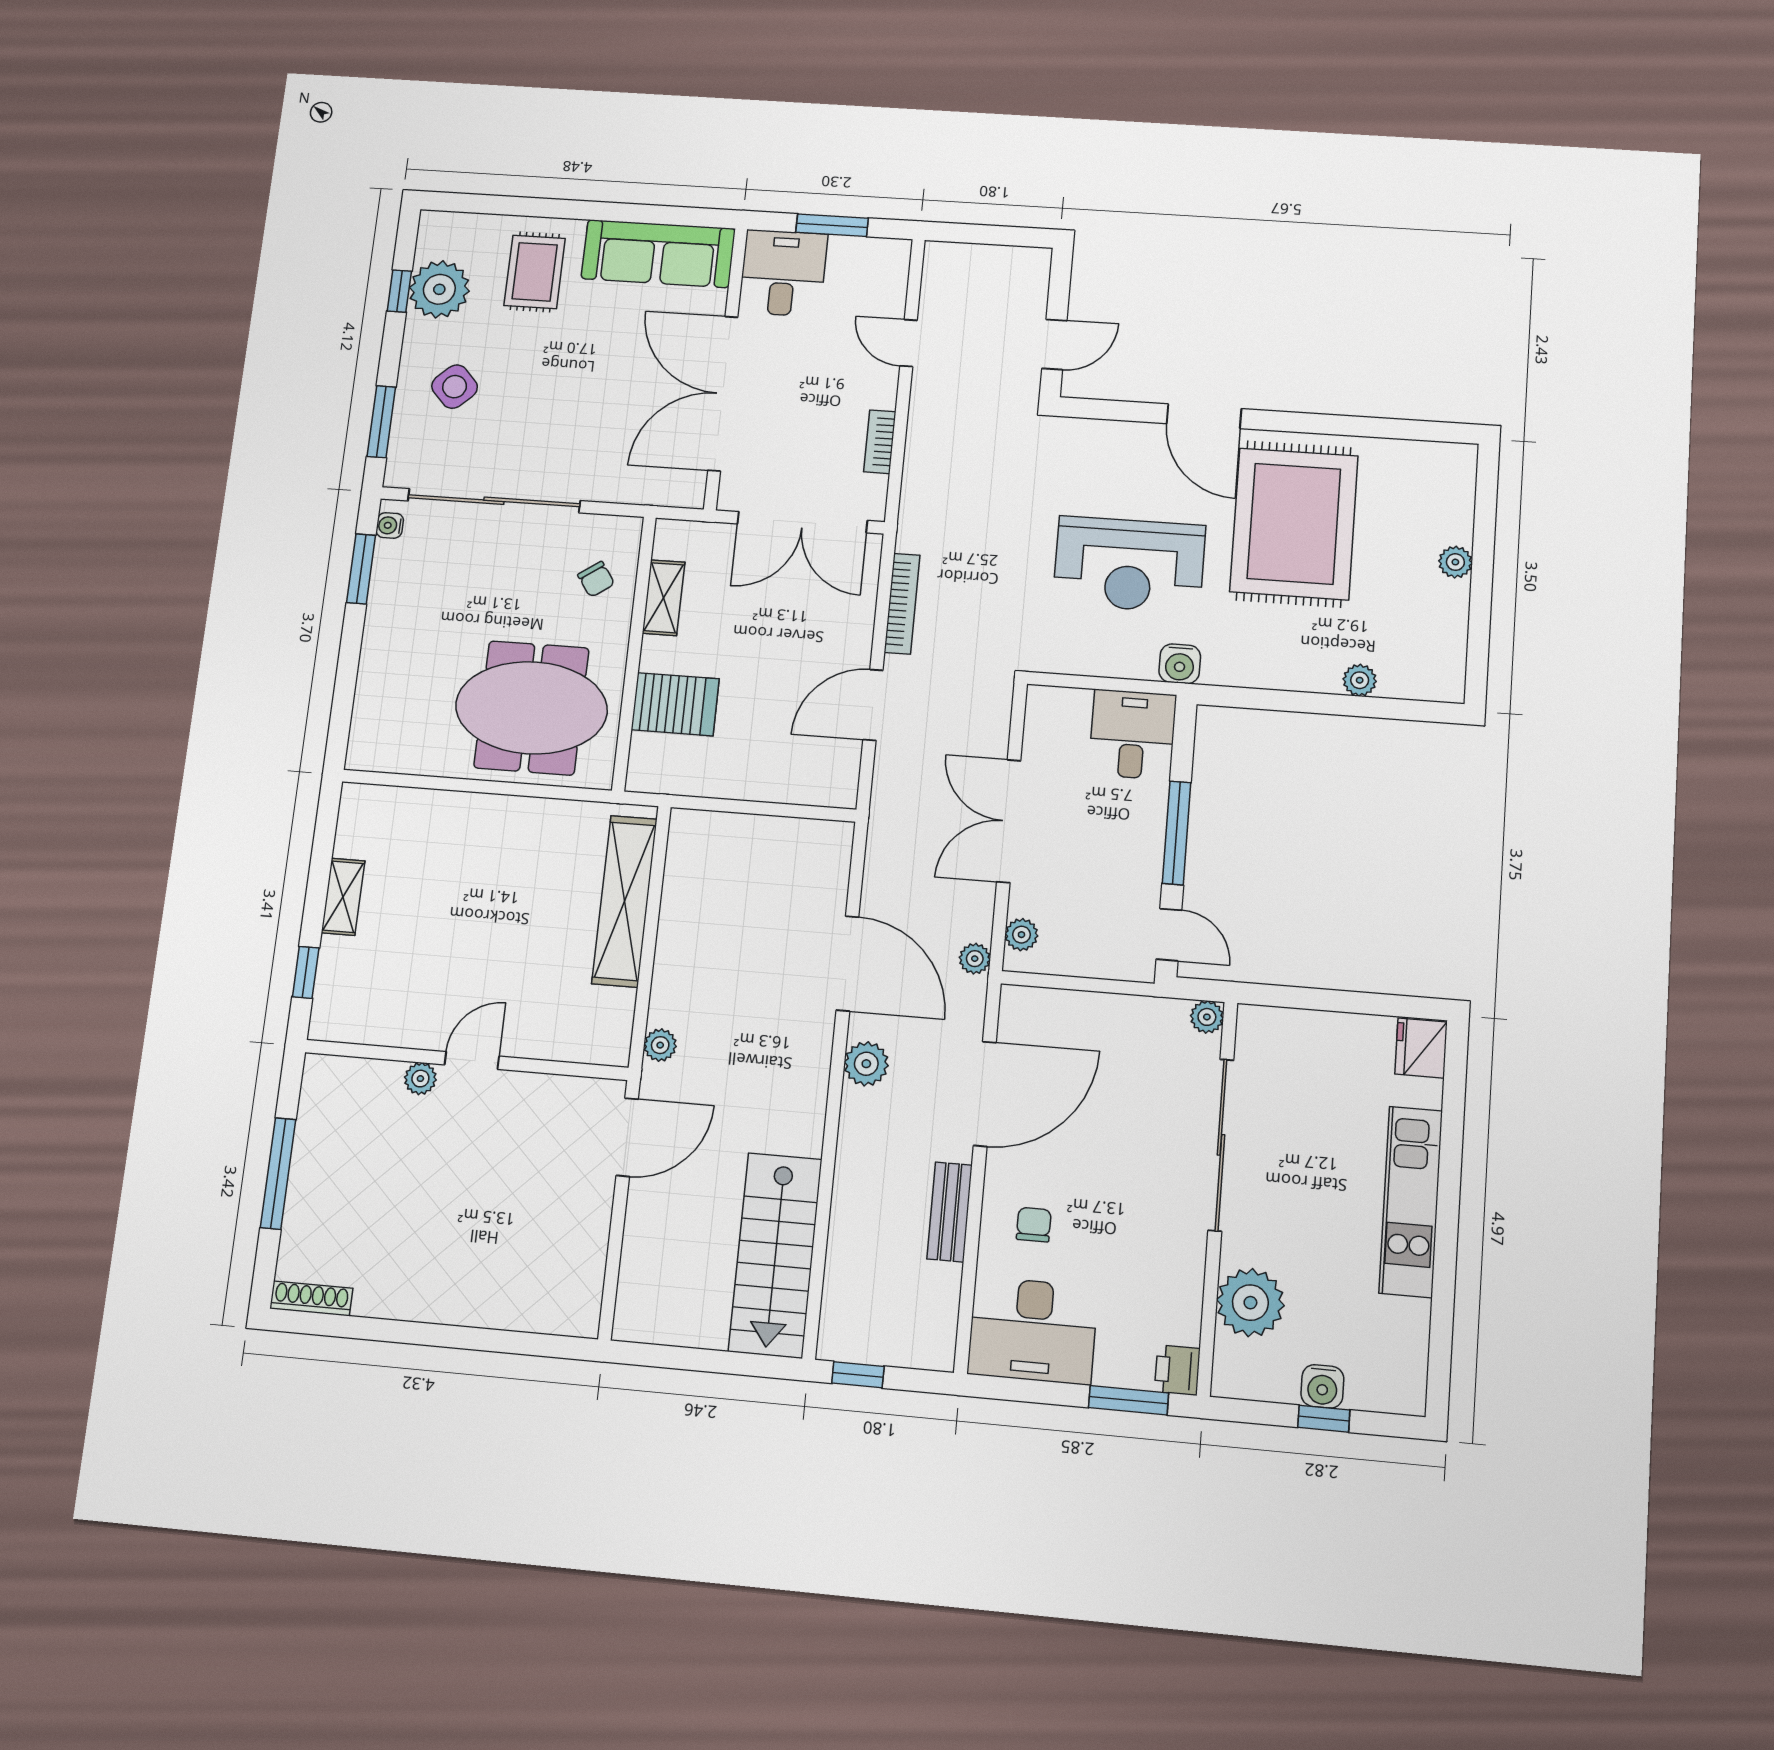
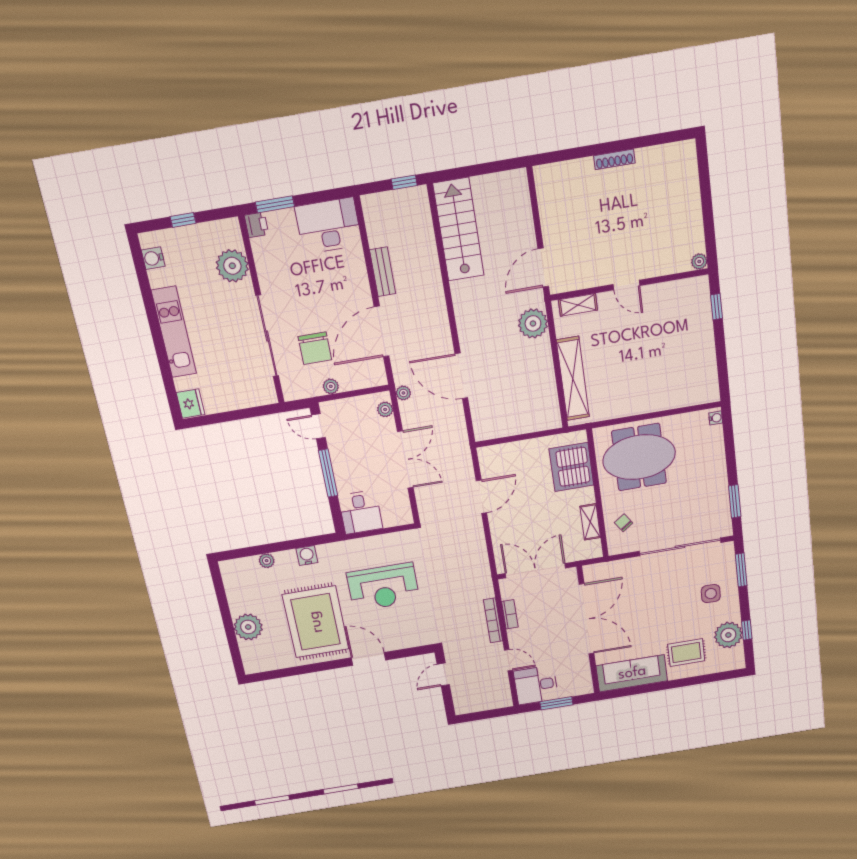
rug: (535, 272) -> (686, 653), turned 90
desk: (783, 273) -> (536, 685), moved, turned 90
side table: (455, 387) -> (711, 594), turned 45
water cooler: (390, 525) -> (716, 418), moved
plant: (1455, 562) -> (248, 627), width x1.88, depth x1.88
reception desk: (1129, 564) -> (383, 587), turned 180
bookcase: (902, 604) -> (493, 620), moved
water cooler: (1180, 664) -> (307, 556), moved
server rack: (675, 704) -> (571, 467), width x1.60
shelving: (343, 897) -> (578, 305), moved, turned 90
plant: (1207, 1017) -> (331, 386), moved
plant: (660, 1045) -> (533, 323), width x1.87, depth x1.87
door: (472, 1060) -> (626, 285), hinge flipped
plant: (866, 1064) -> (440, 331), removed
plant: (420, 1079) -> (699, 261), moved
window: (278, 1173) -> (707, 206), removed
chair: (1034, 1225) -> (315, 348), moved, width x1.87, depth x1.87
shoe rack: (311, 1298) -> (614, 159), moved
water cooler: (1322, 1386) -> (153, 258), moved, turned -90

